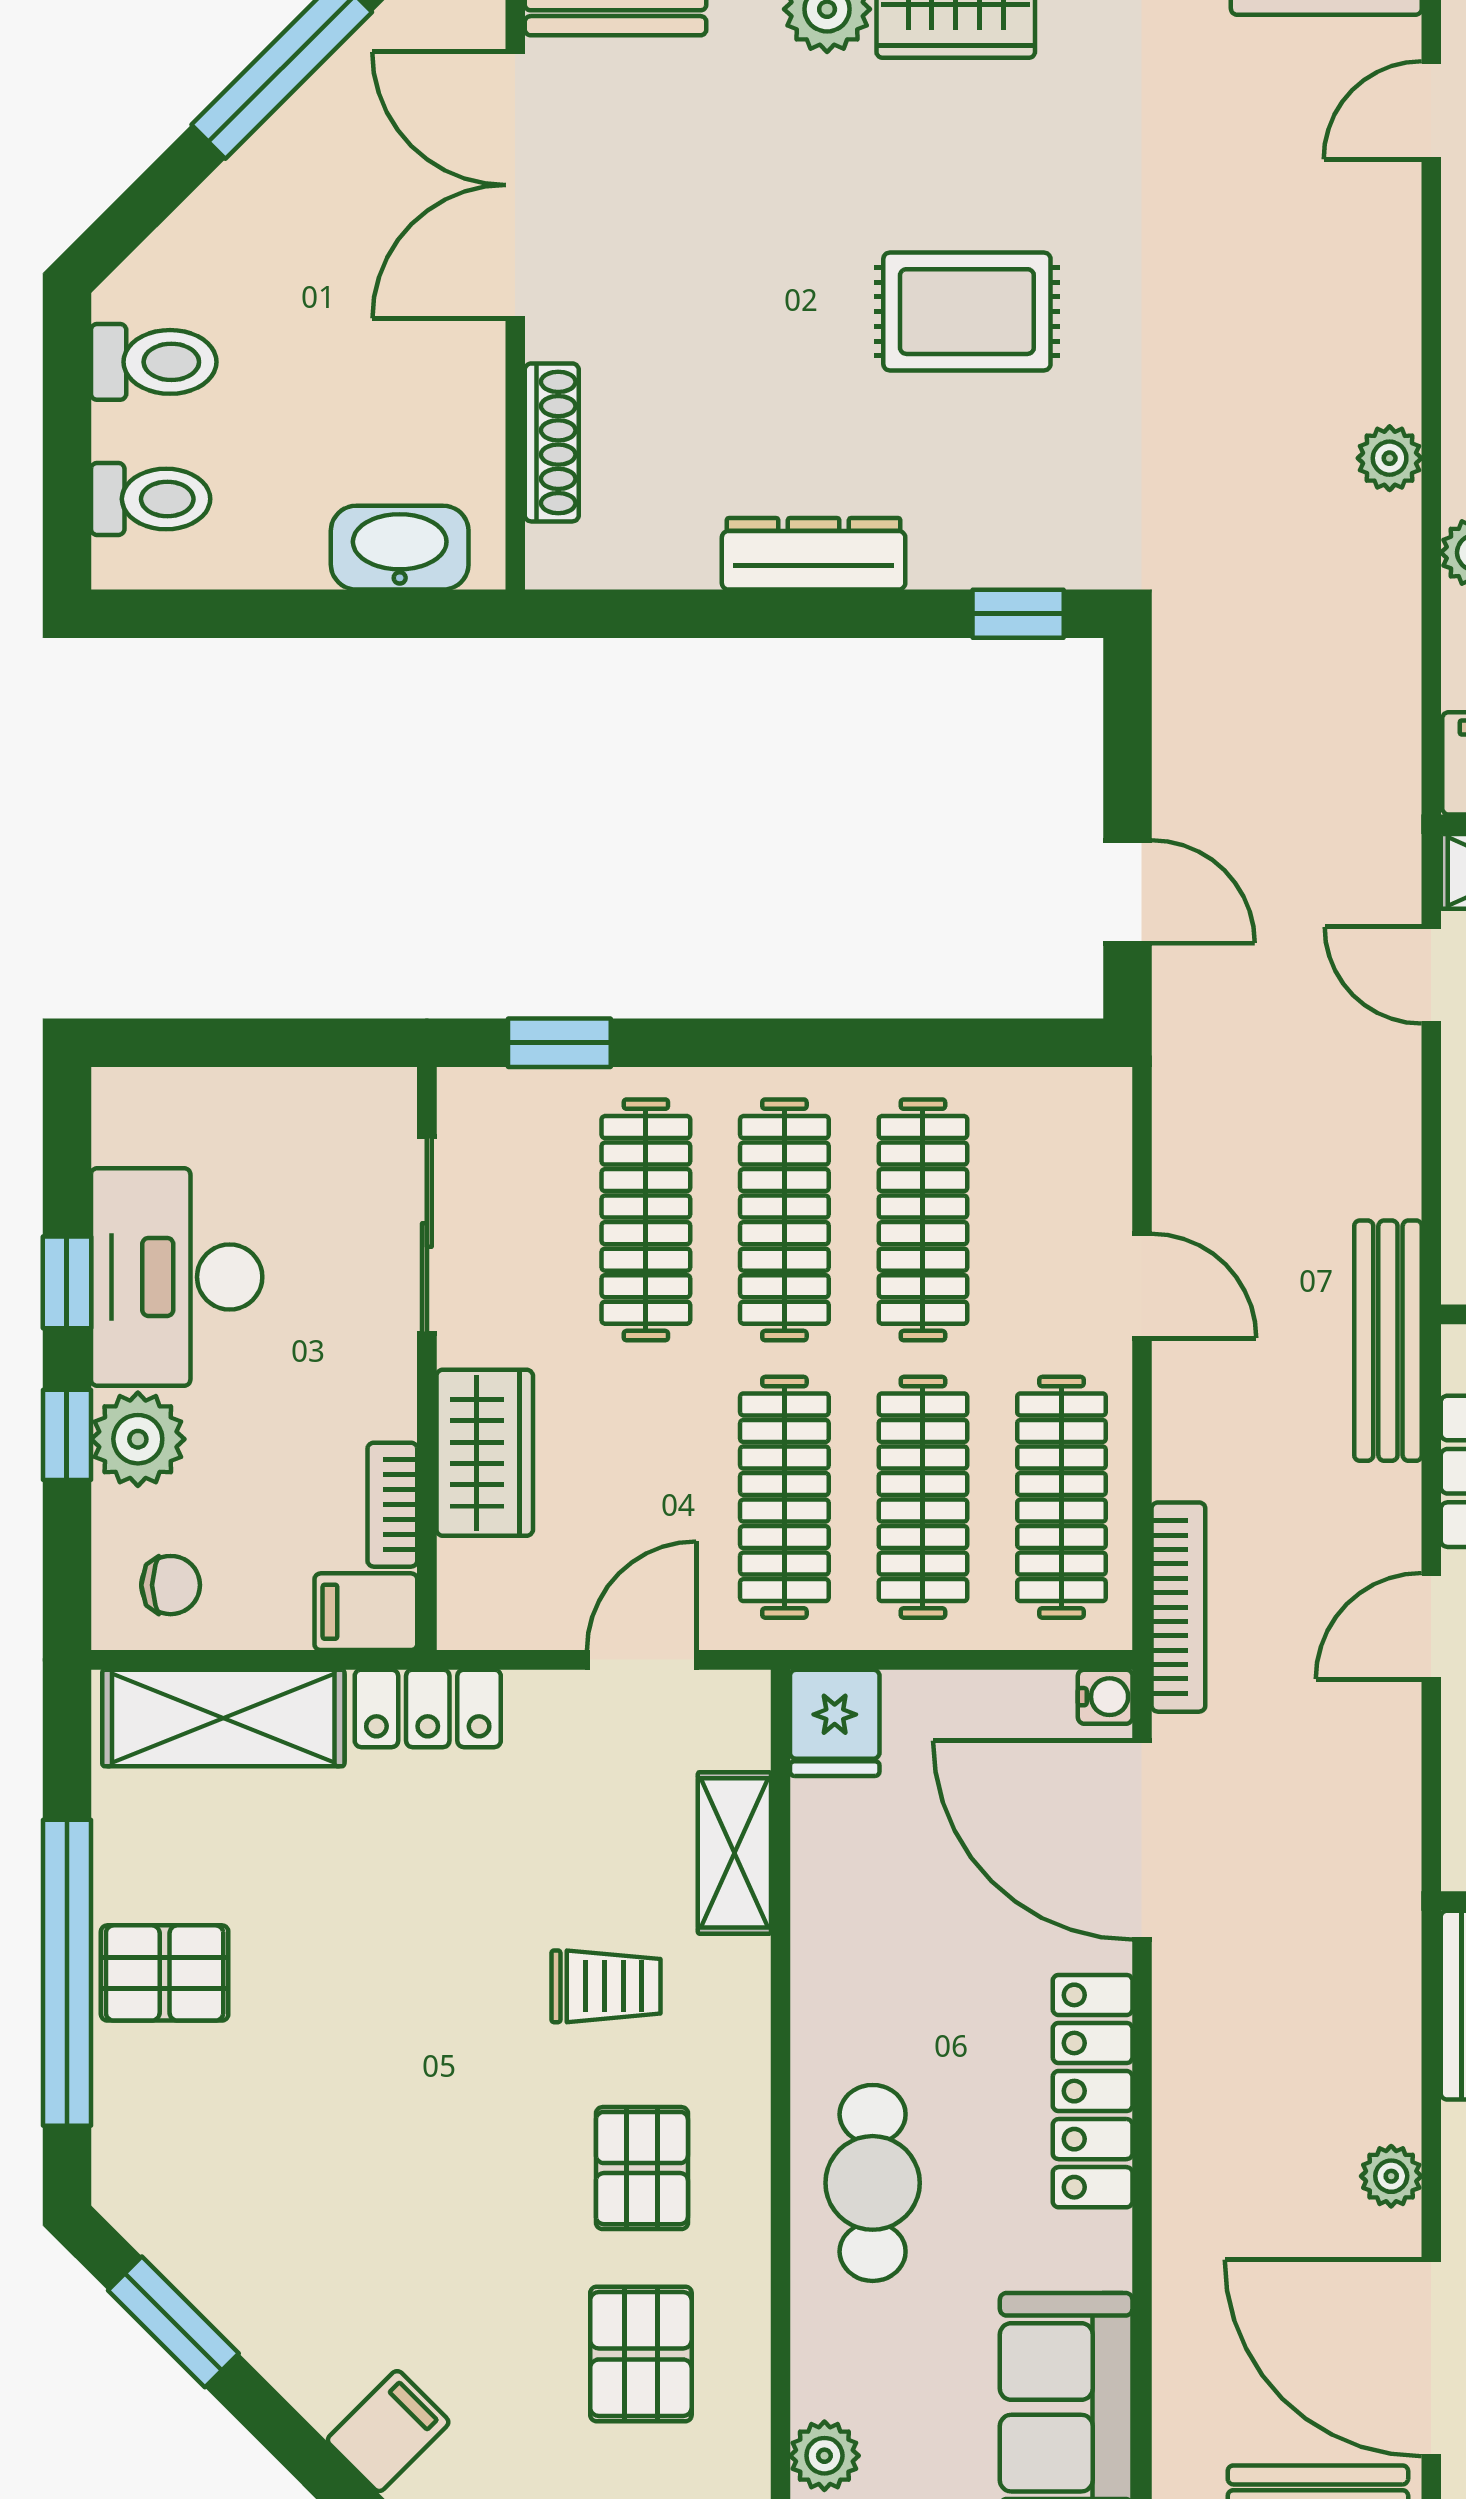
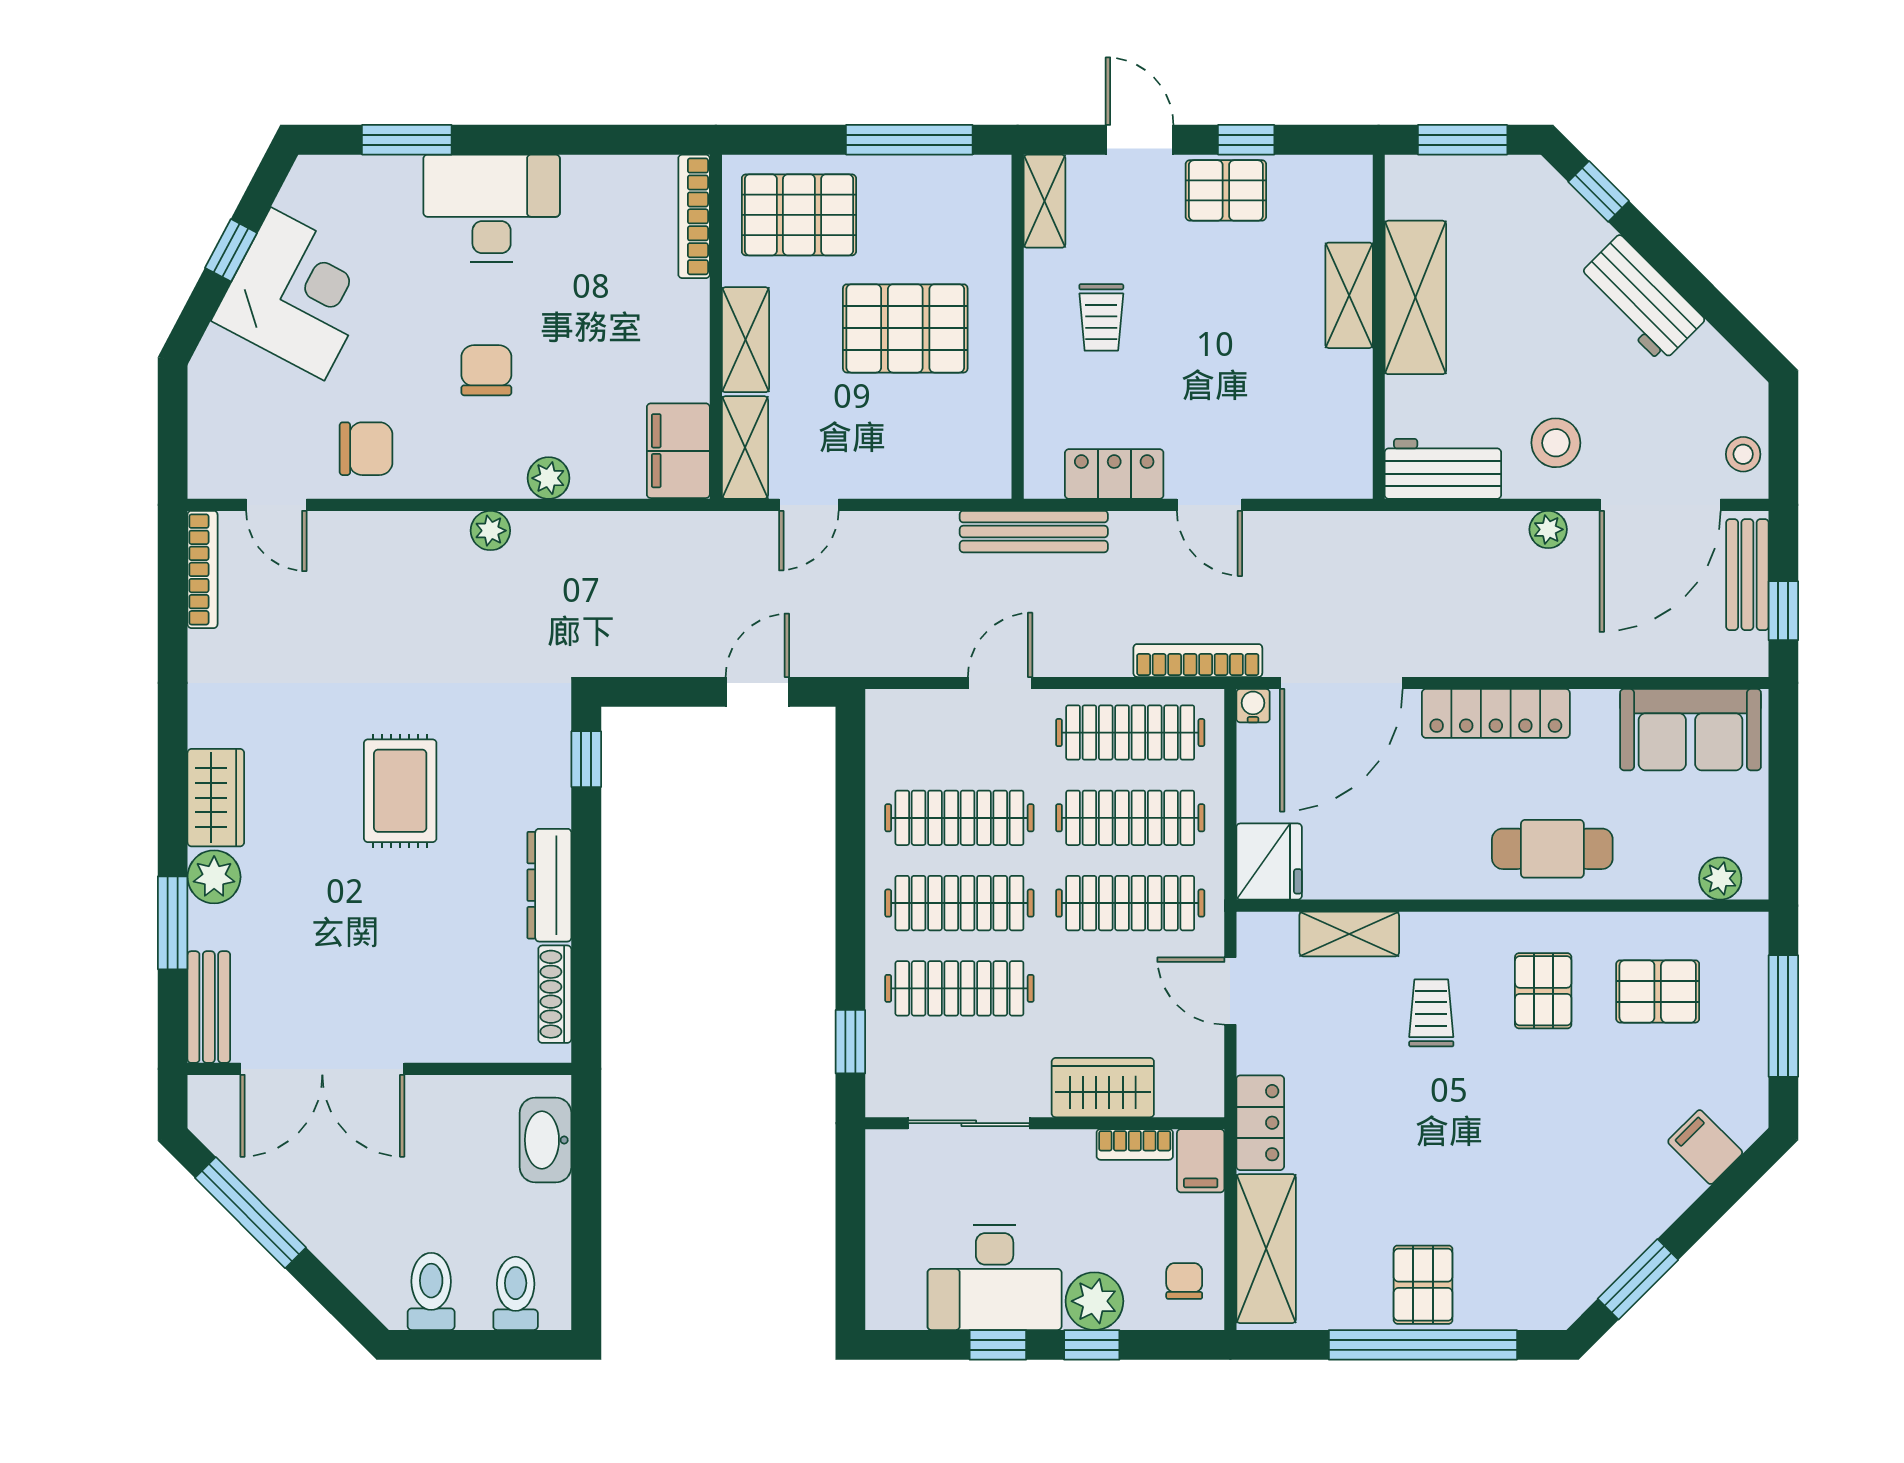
shoe rack: (552, 442) -> (555, 994), moved, turned -90
fridge: (835, 1723) -> (1269, 862), width x1.38
pallet: (642, 2168) -> (1543, 991), turned 90

